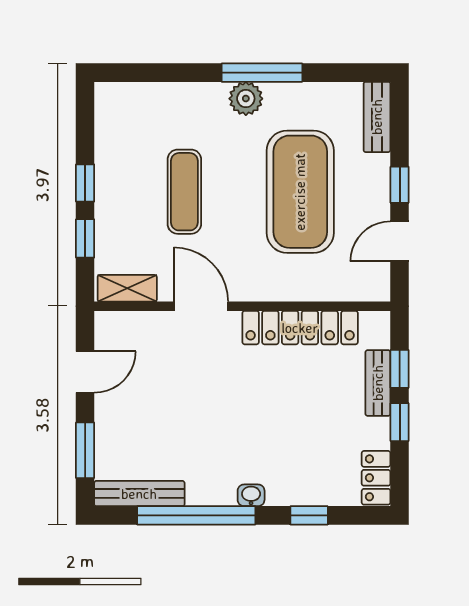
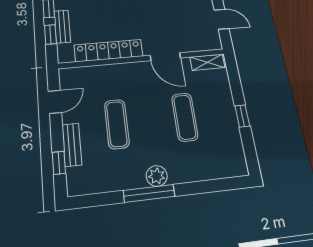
bench: (377, 117) -> (72, 145), moved
window: (400, 185) -> (59, 163), moved
exercise mat: (300, 192) -> (117, 124), width x0.50, depth x0.69
window: (85, 238) -> (236, 86), removed
door: (85, 372) -> (221, 19), swing flipped

